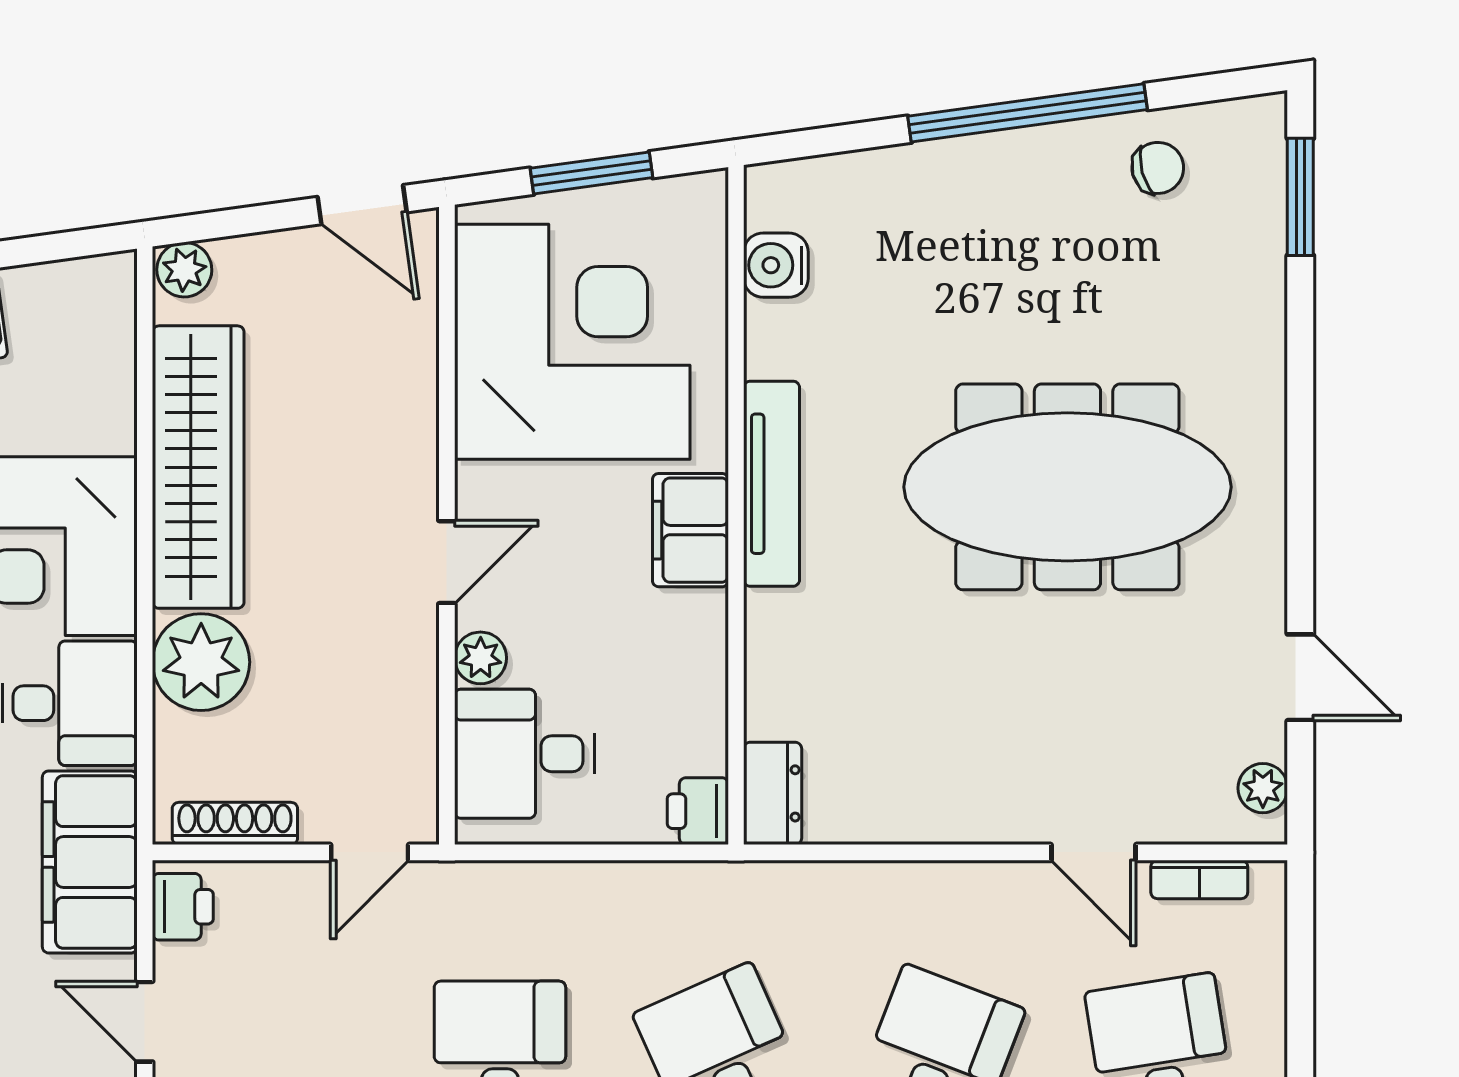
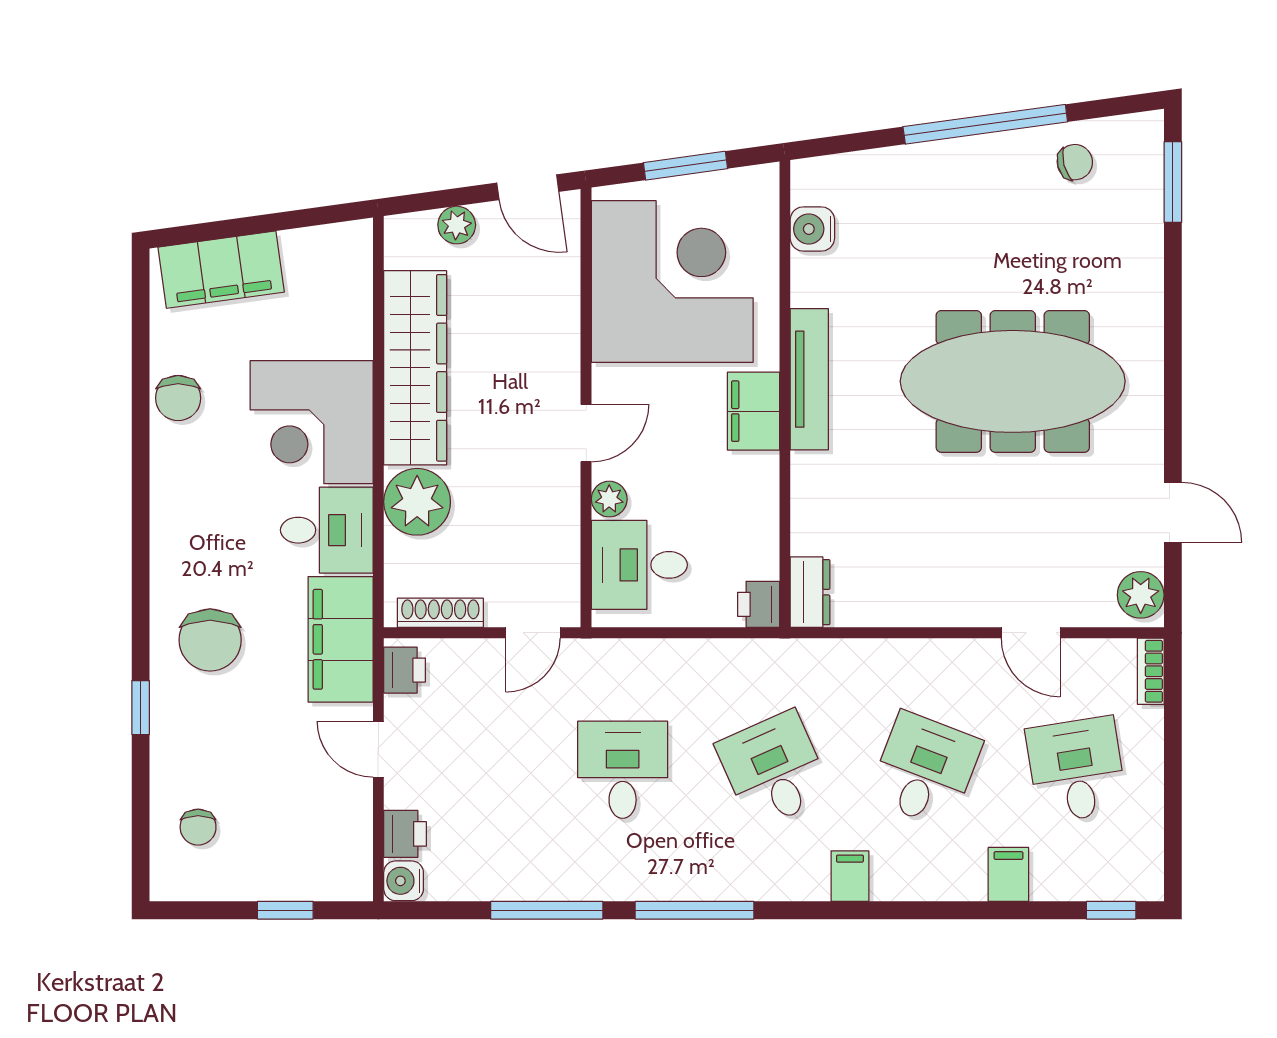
plant: (184, 270) -> (457, 225), moved
plant: (1263, 788) -> (1141, 595), width x1.38, depth x1.38
bookcase: (1199, 879) -> (1151, 671), moved, turned 90

